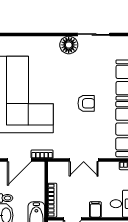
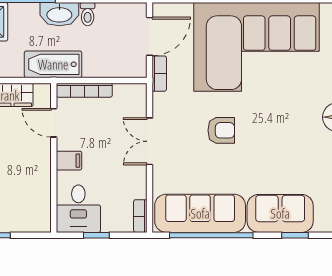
armchair: (86, 103) -> (221, 130), moved, turned -90
door: (19, 160) -> (150, 36), swing flipped

